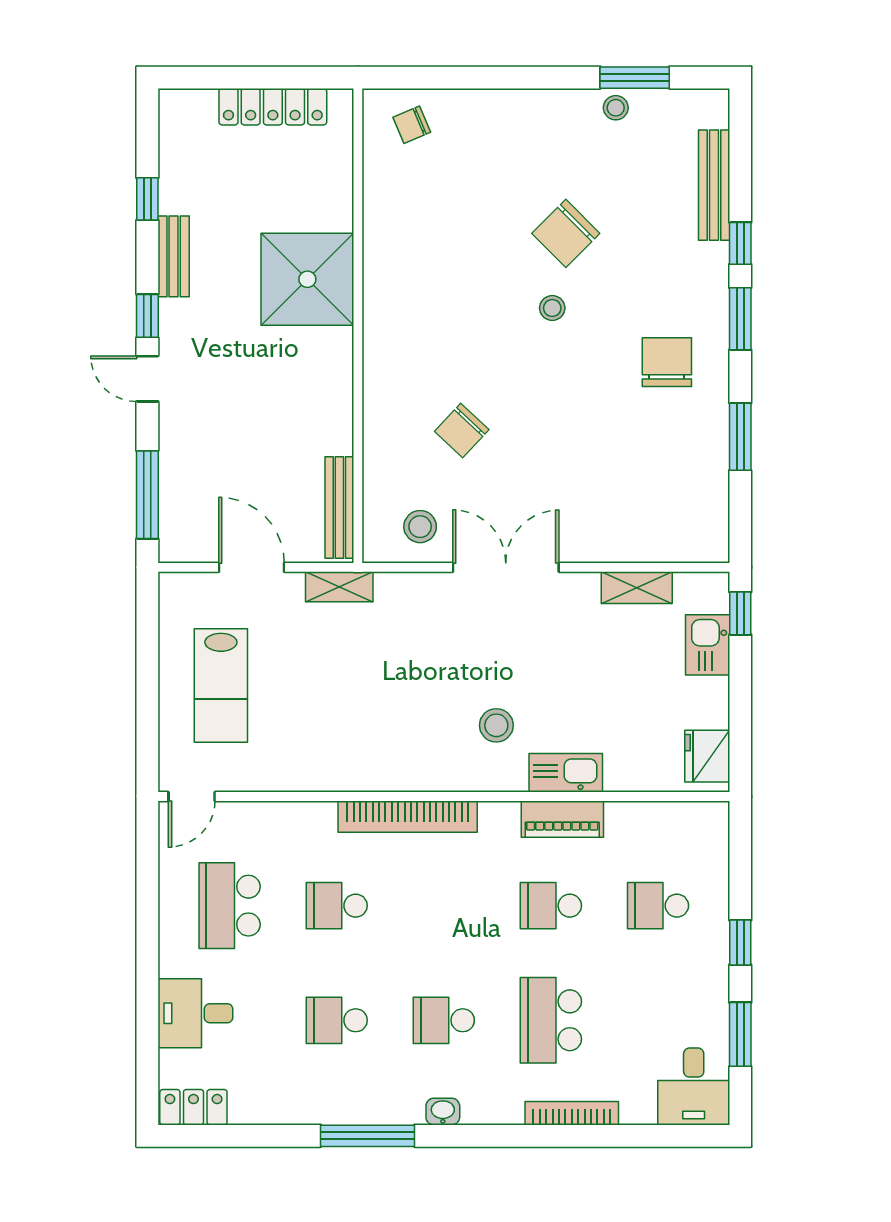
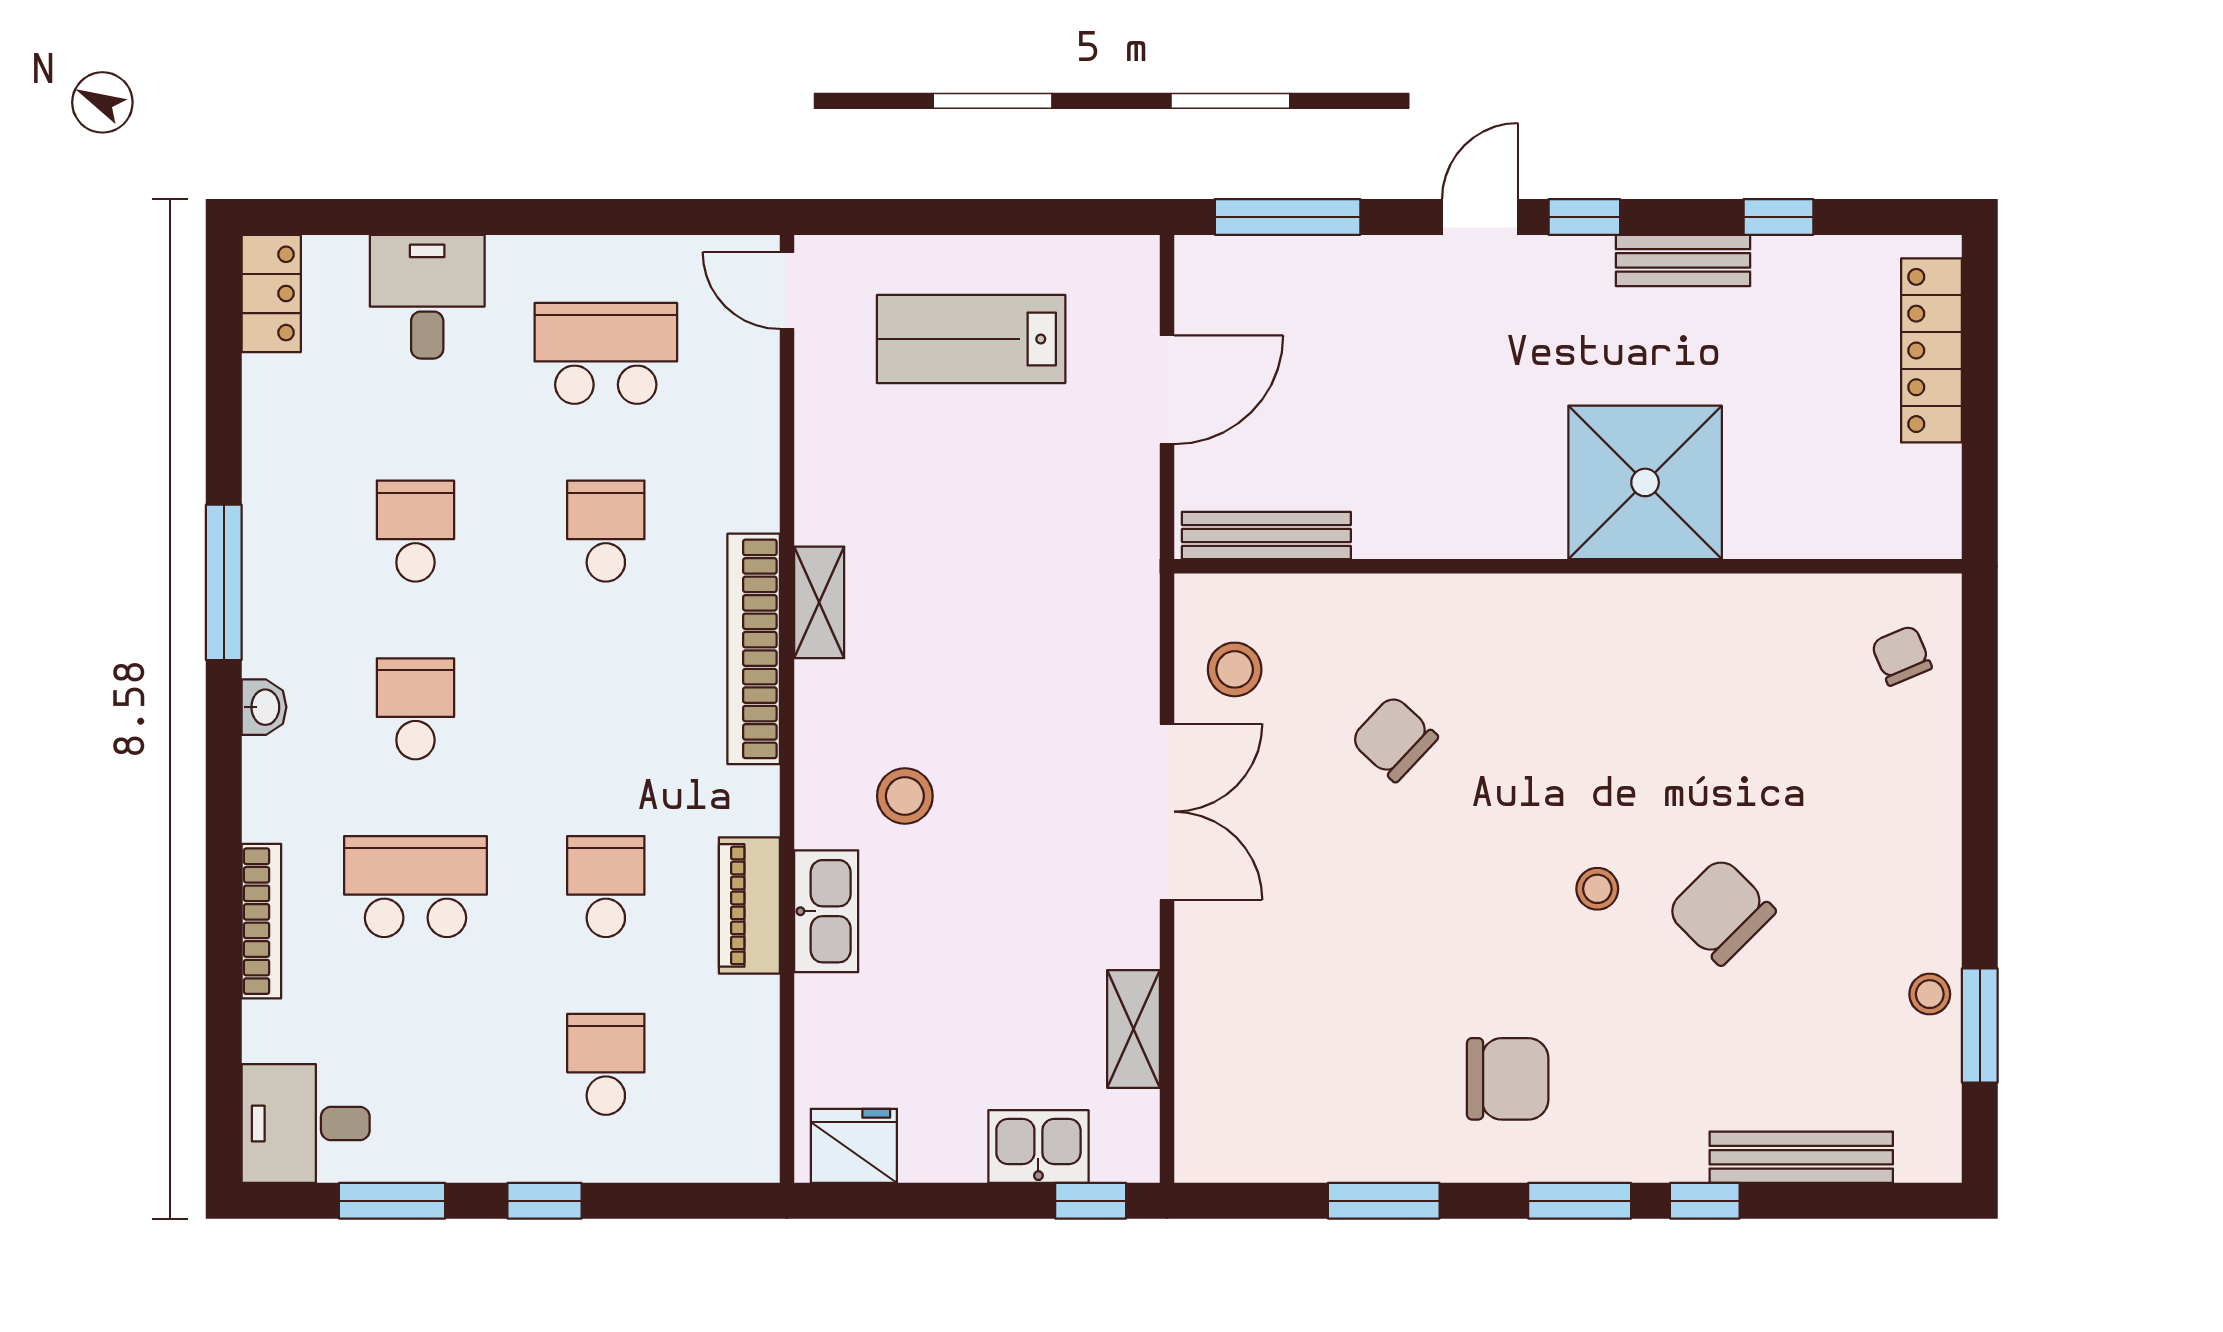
locker: (273, 107) -> (1931, 350), moved
shelving: (339, 587) -> (819, 602), moved

